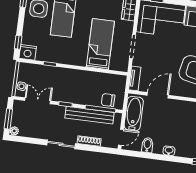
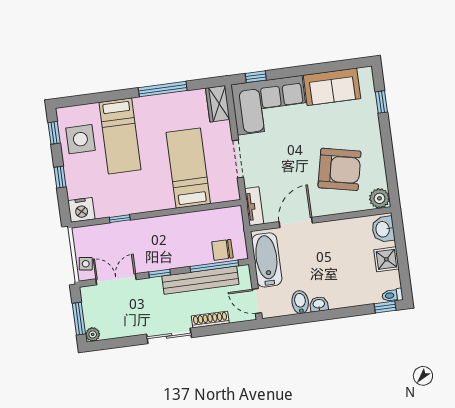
window: (18, 42) -> (60, 177), moved
door: (121, 137) -> (257, 301), swing flipped
washbasin: (169, 151) -> (319, 304), moved

